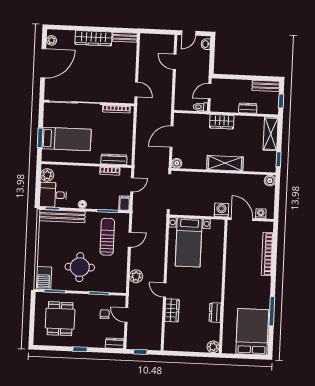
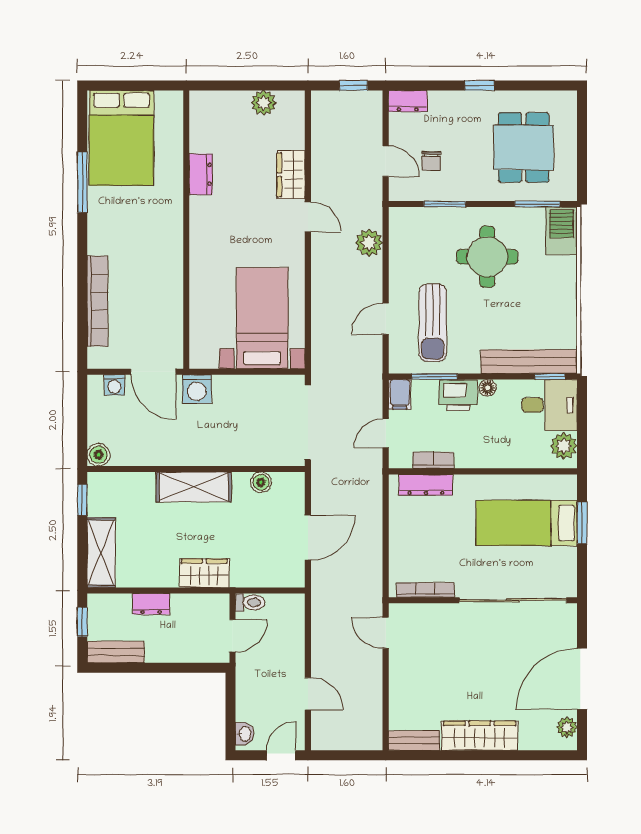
boiler: (177, 163) -> (261, 482), moved
printer: (97, 202) -> (458, 395), added
plant: (213, 347) -> (264, 103), moved

